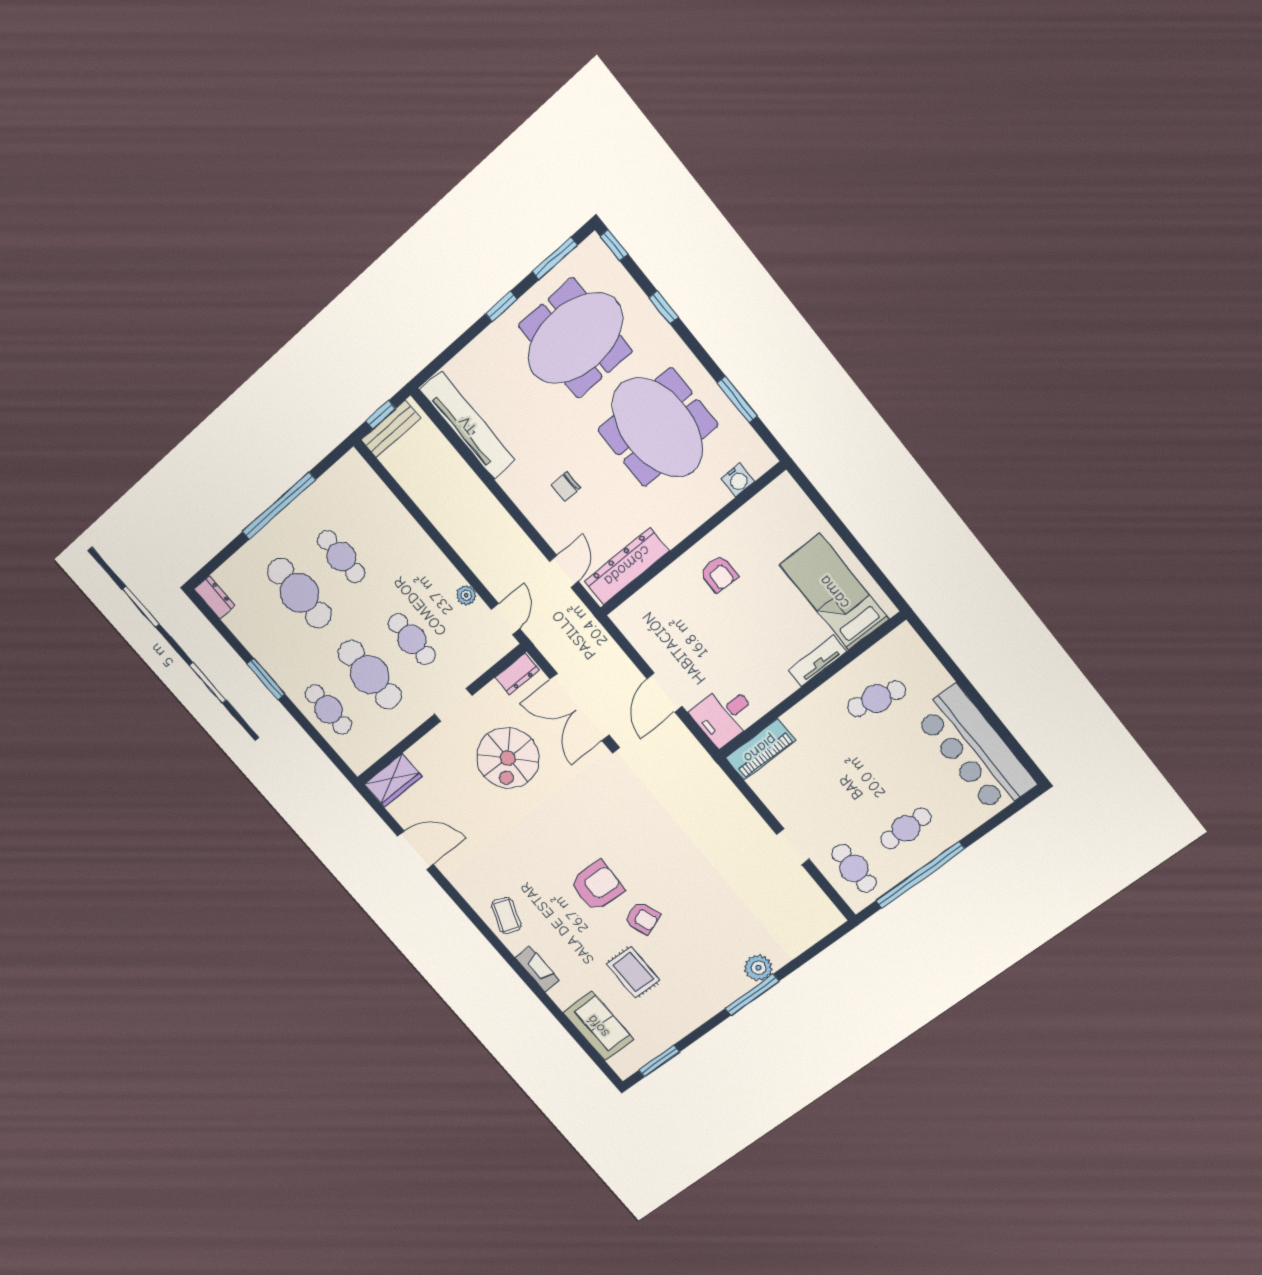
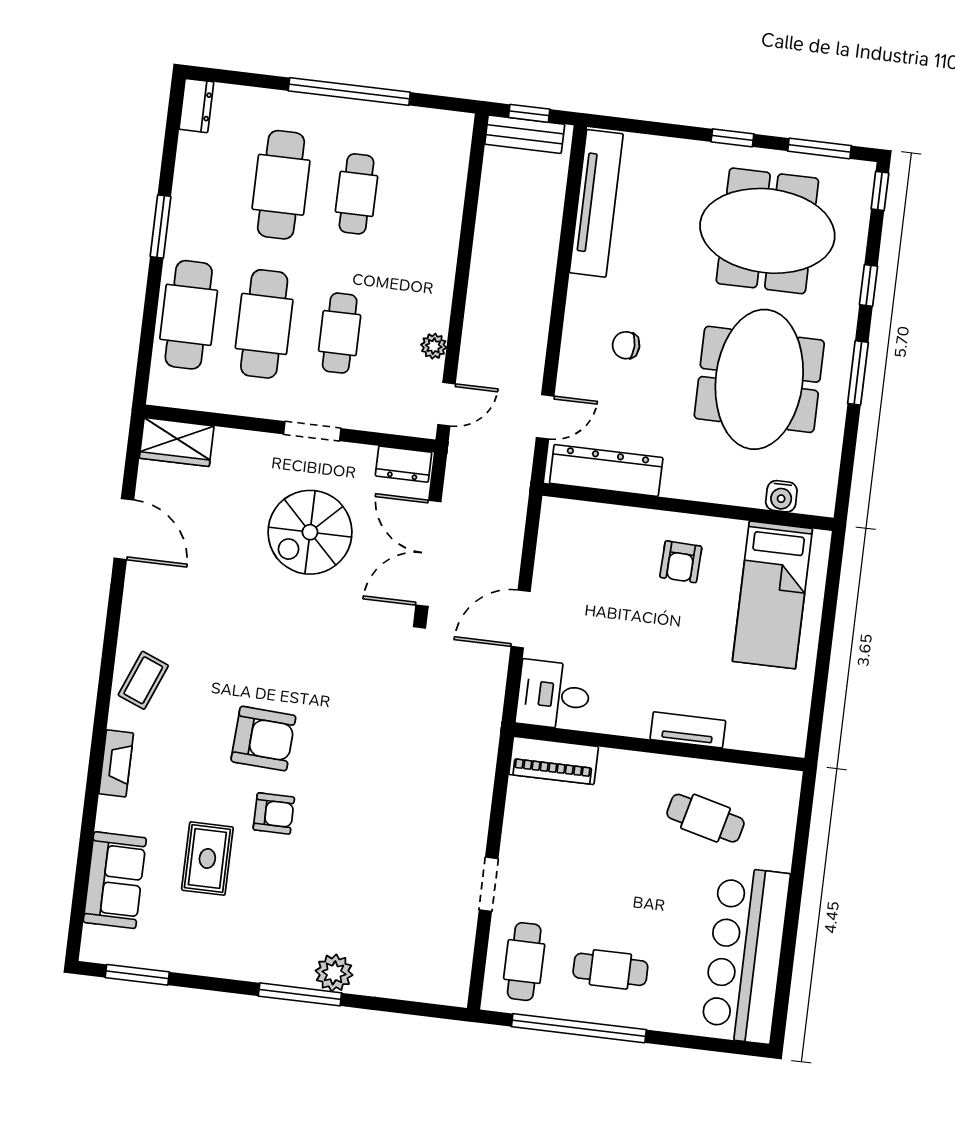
window: (737, 400) -> (858, 373), moved
bed: (834, 592) -> (772, 595), moved, turned 180
cafe table: (328, 709) -> (189, 315), width x1.37, depth x1.35
armchair: (642, 918) -> (274, 813), turned -70

